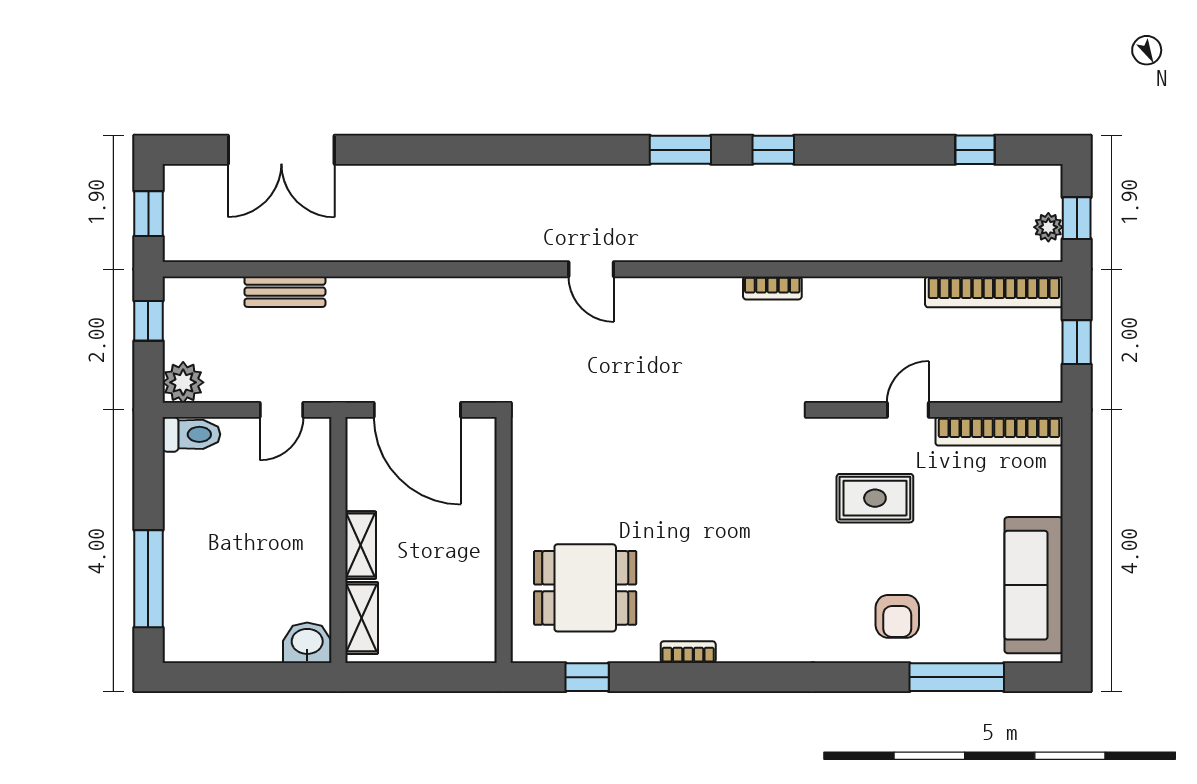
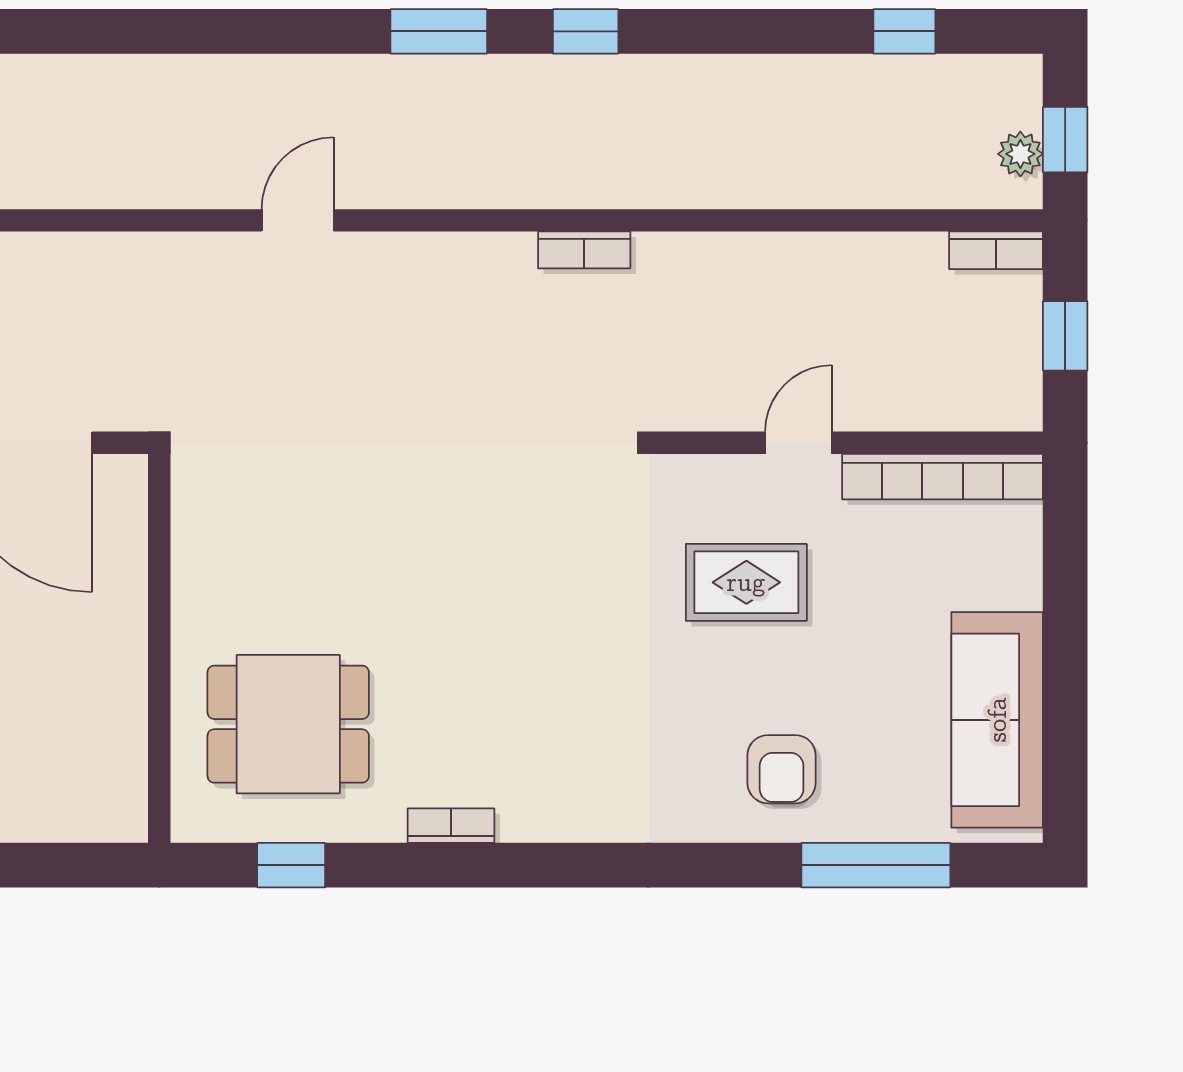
door: (591, 269) -> (298, 220), swing flipped
bookcase: (994, 292) -> (996, 250), width x0.43, depth x0.76

